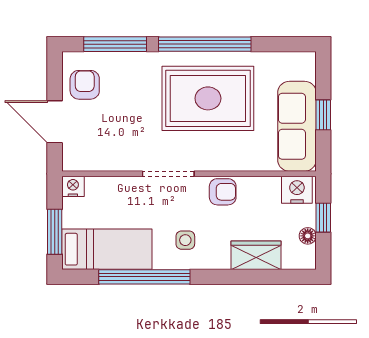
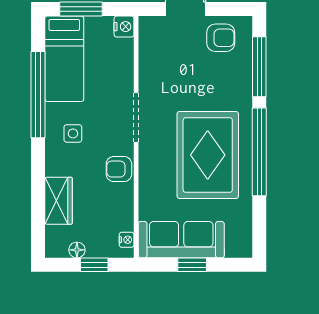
nightstand: (297, 190) -> (127, 240), width x0.53, depth x0.56
armchair: (223, 192) -> (119, 169), turned 90

